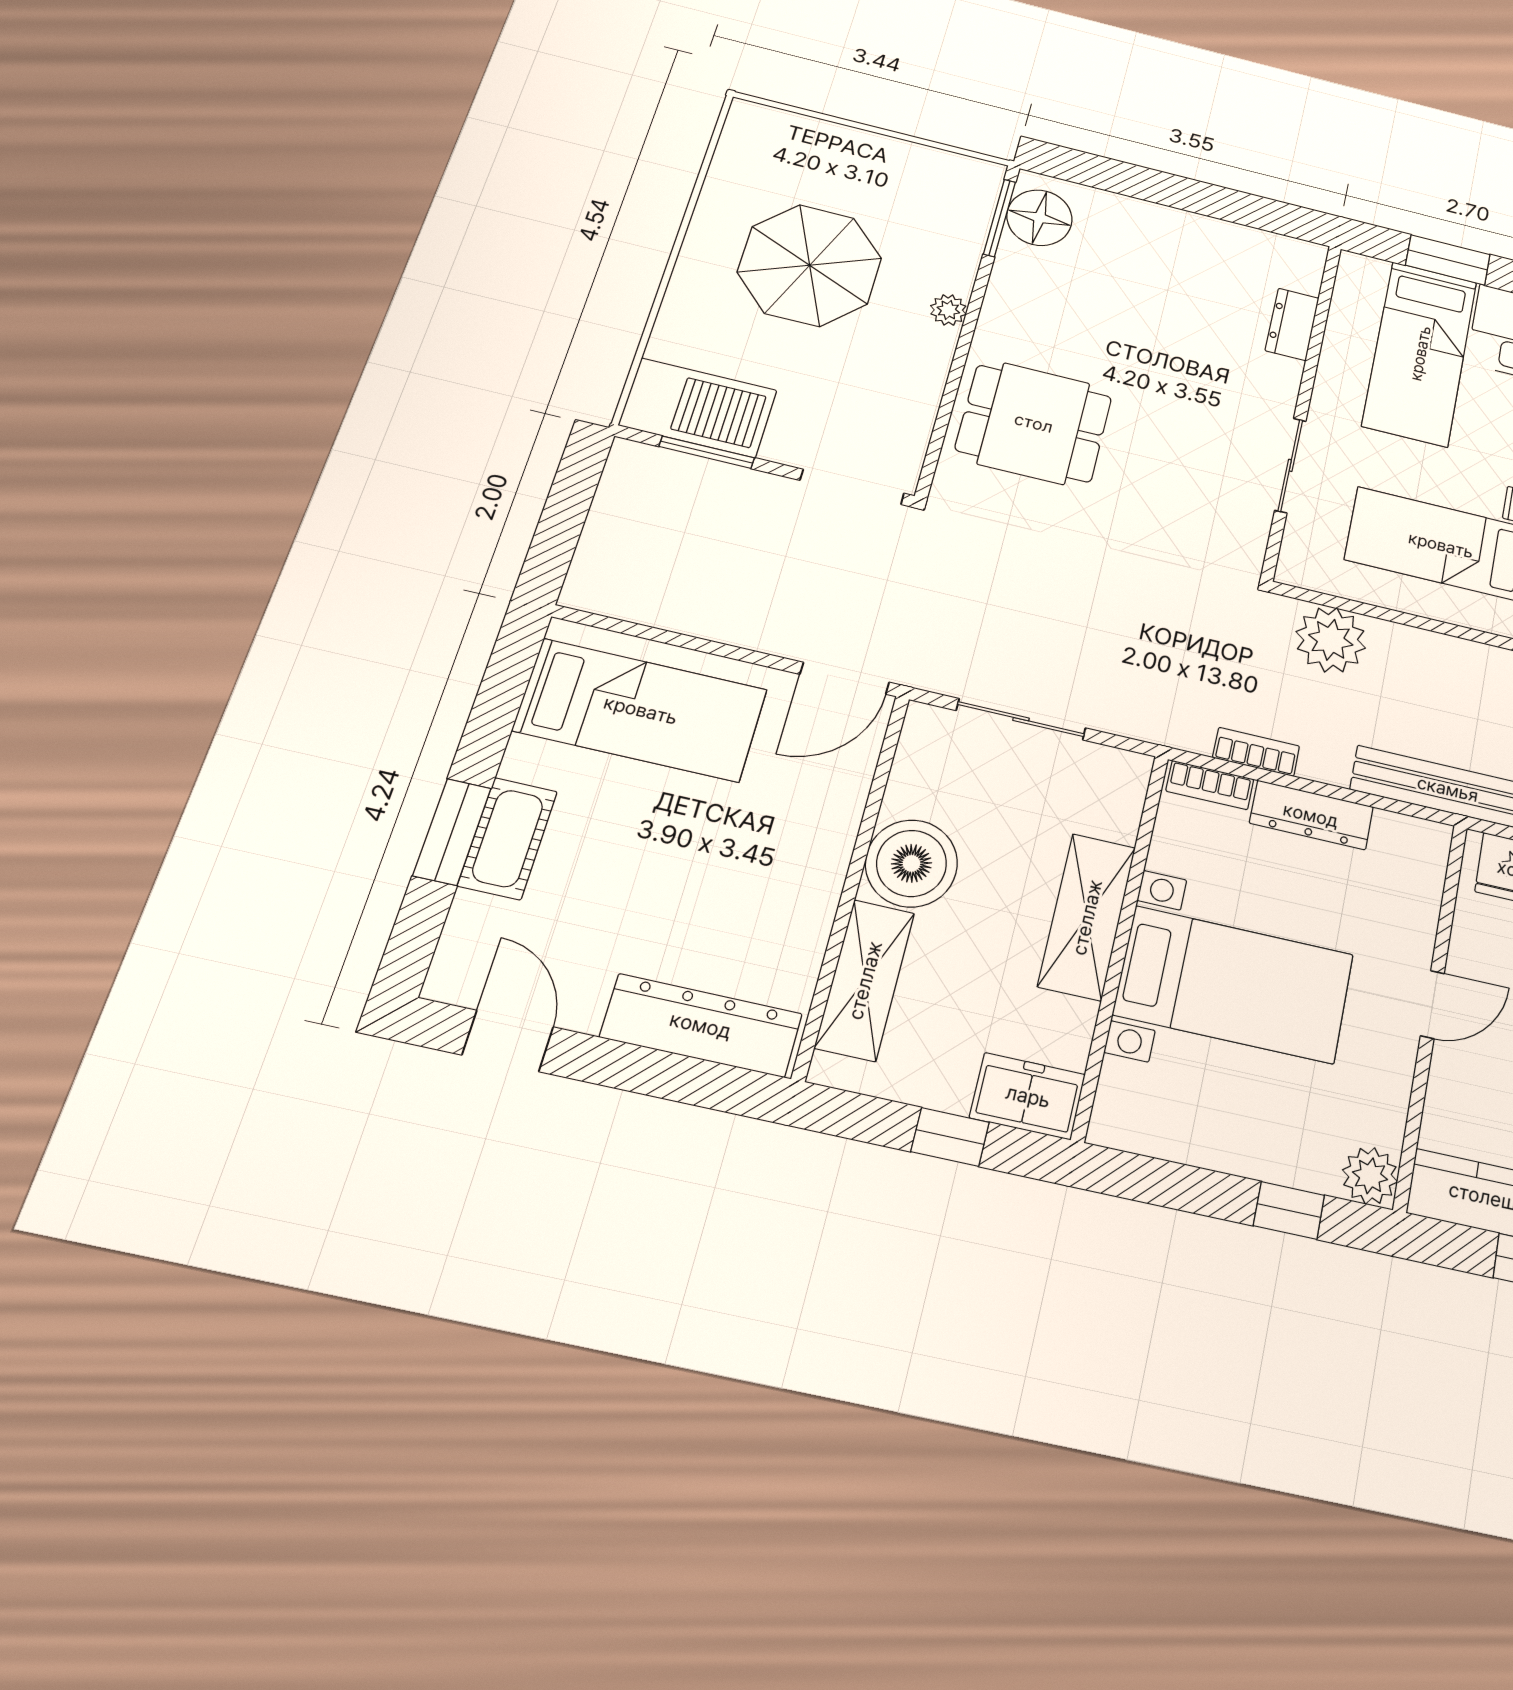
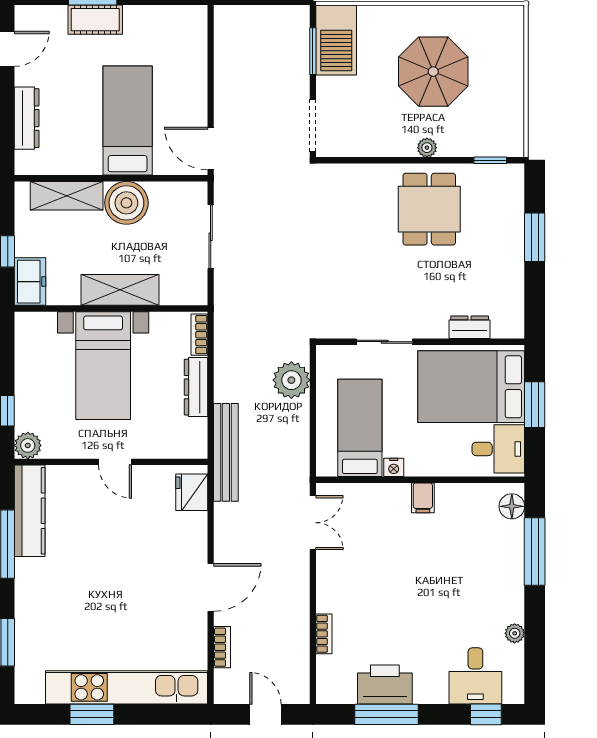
window: (1155, 186) -> (535, 237), added
window: (999, 218) -> (490, 160), width x0.67
floor lamp: (1039, 218) -> (497, 181), removed
bed: (1420, 353) -> (471, 387), width x1.50
dining table: (1034, 423) -> (429, 209), moved
bed: (641, 710) -> (128, 121), moved, turned 180
bookcase: (1256, 752) -> (222, 354), removed
dresser: (701, 1025) -> (27, 118), width x0.73, depth x0.80

